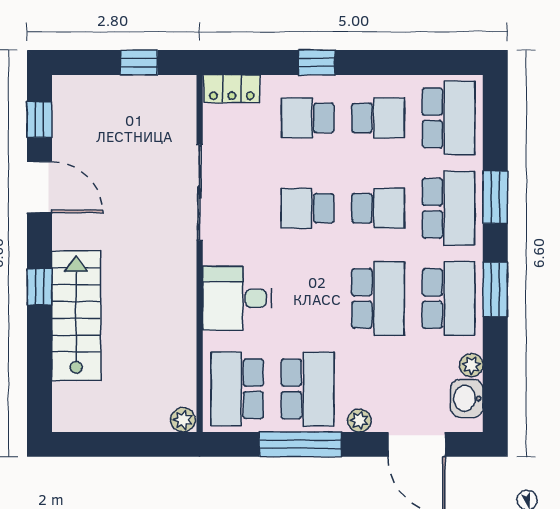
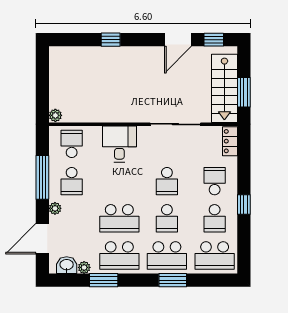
window: (139, 62) -> (244, 92), width x1.50
window: (317, 62) -> (244, 204), moved
school desk: (308, 208) -> (167, 181), turned 180
window: (39, 287) -> (111, 40), moved
window: (495, 289) -> (104, 280), moved
stairs: (76, 316) -> (224, 88), moved, turned 90
school desk: (237, 389) -> (72, 144), width x0.54
school desk: (308, 389) -> (72, 181), width x0.54

